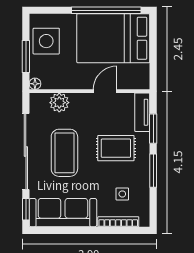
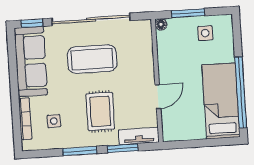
bed: (113, 38) -> (221, 101), width x0.67
side table: (46, 41) -> (205, 33), width x0.54, depth x0.54
door: (105, 91) -> (158, 97), hinge flipped
plant: (59, 103) -> (143, 51), removed

